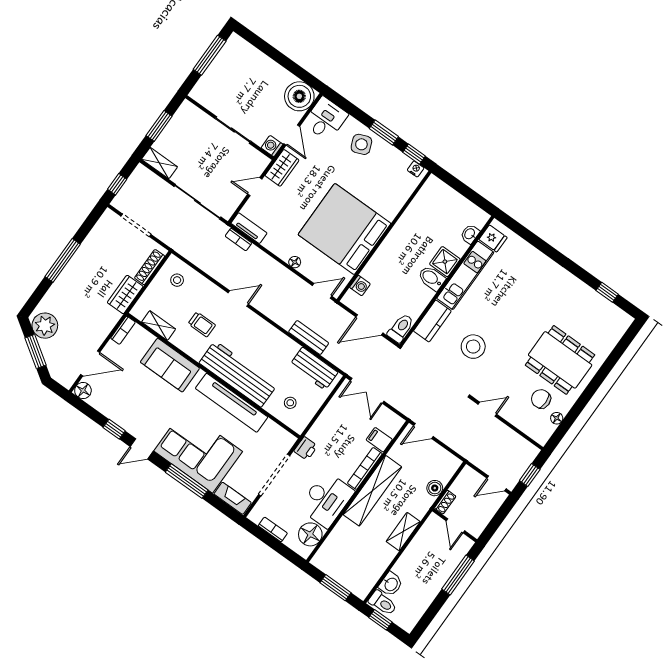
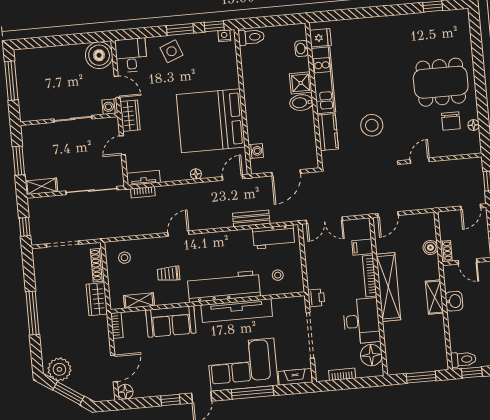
trolley: (202, 324) -> (169, 274), turned 180
toilet: (401, 328) -> (251, 37), moved, turned 90
chair: (541, 399) -> (451, 121), turned -90
washbasin: (391, 584) -> (454, 301), moved

